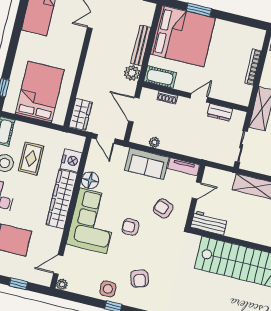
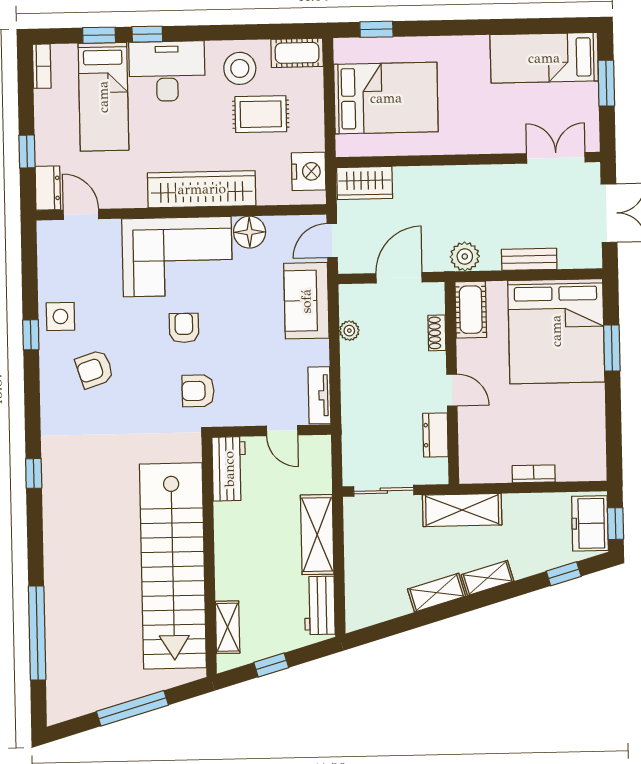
bench: (141, 45) -> (529, 259), width x0.73
bookcase: (253, 67) -> (534, 474), width x0.64
nightstand: (71, 161) -> (309, 171), moved, turned -90
sofa: (147, 164) -> (306, 301), moved
armchair: (163, 208) -> (198, 391), moved, turned -110
dresser: (40, 278) -> (48, 188), added
plant: (62, 284) -> (47, 231), removed

